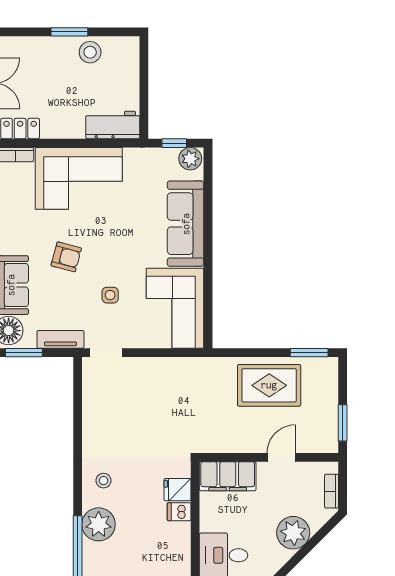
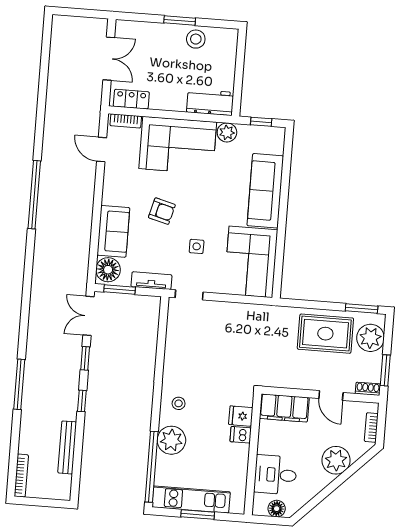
plant: (190, 159) -> (227, 132), moved
plant: (322, 386) -> (370, 338), added
shoe rack: (324, 446) -> (368, 389), added
door: (281, 457) -> (331, 395), swing flipped

